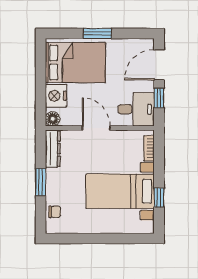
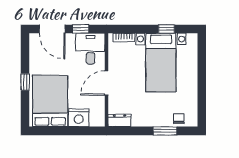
window: (97, 33) -> (25, 82), width x0.67
floor lamp: (53, 119) -> (99, 121), removed
dresser: (53, 149) -> (119, 120), width x0.70
window: (41, 182) -> (165, 131), moved

